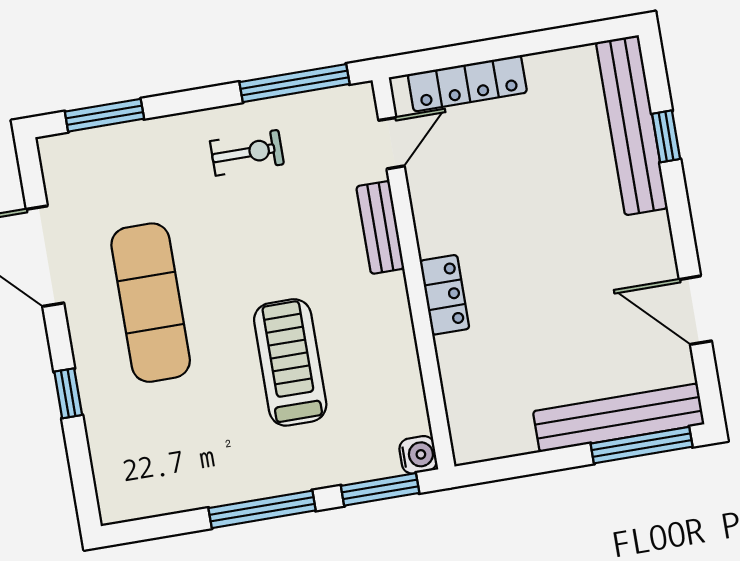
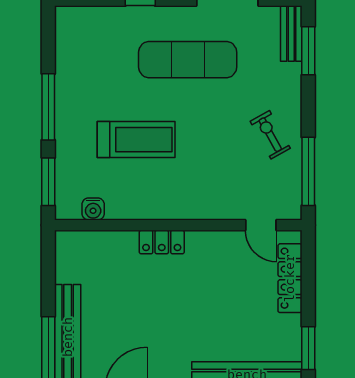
window: (573, 36) -> (308, 348), added
exercise bike: (247, 153) -> (270, 135), turned 151
bench: (380, 227) -> (291, 33), moved, turned 90
water cooler: (418, 455) -> (93, 209), moved

